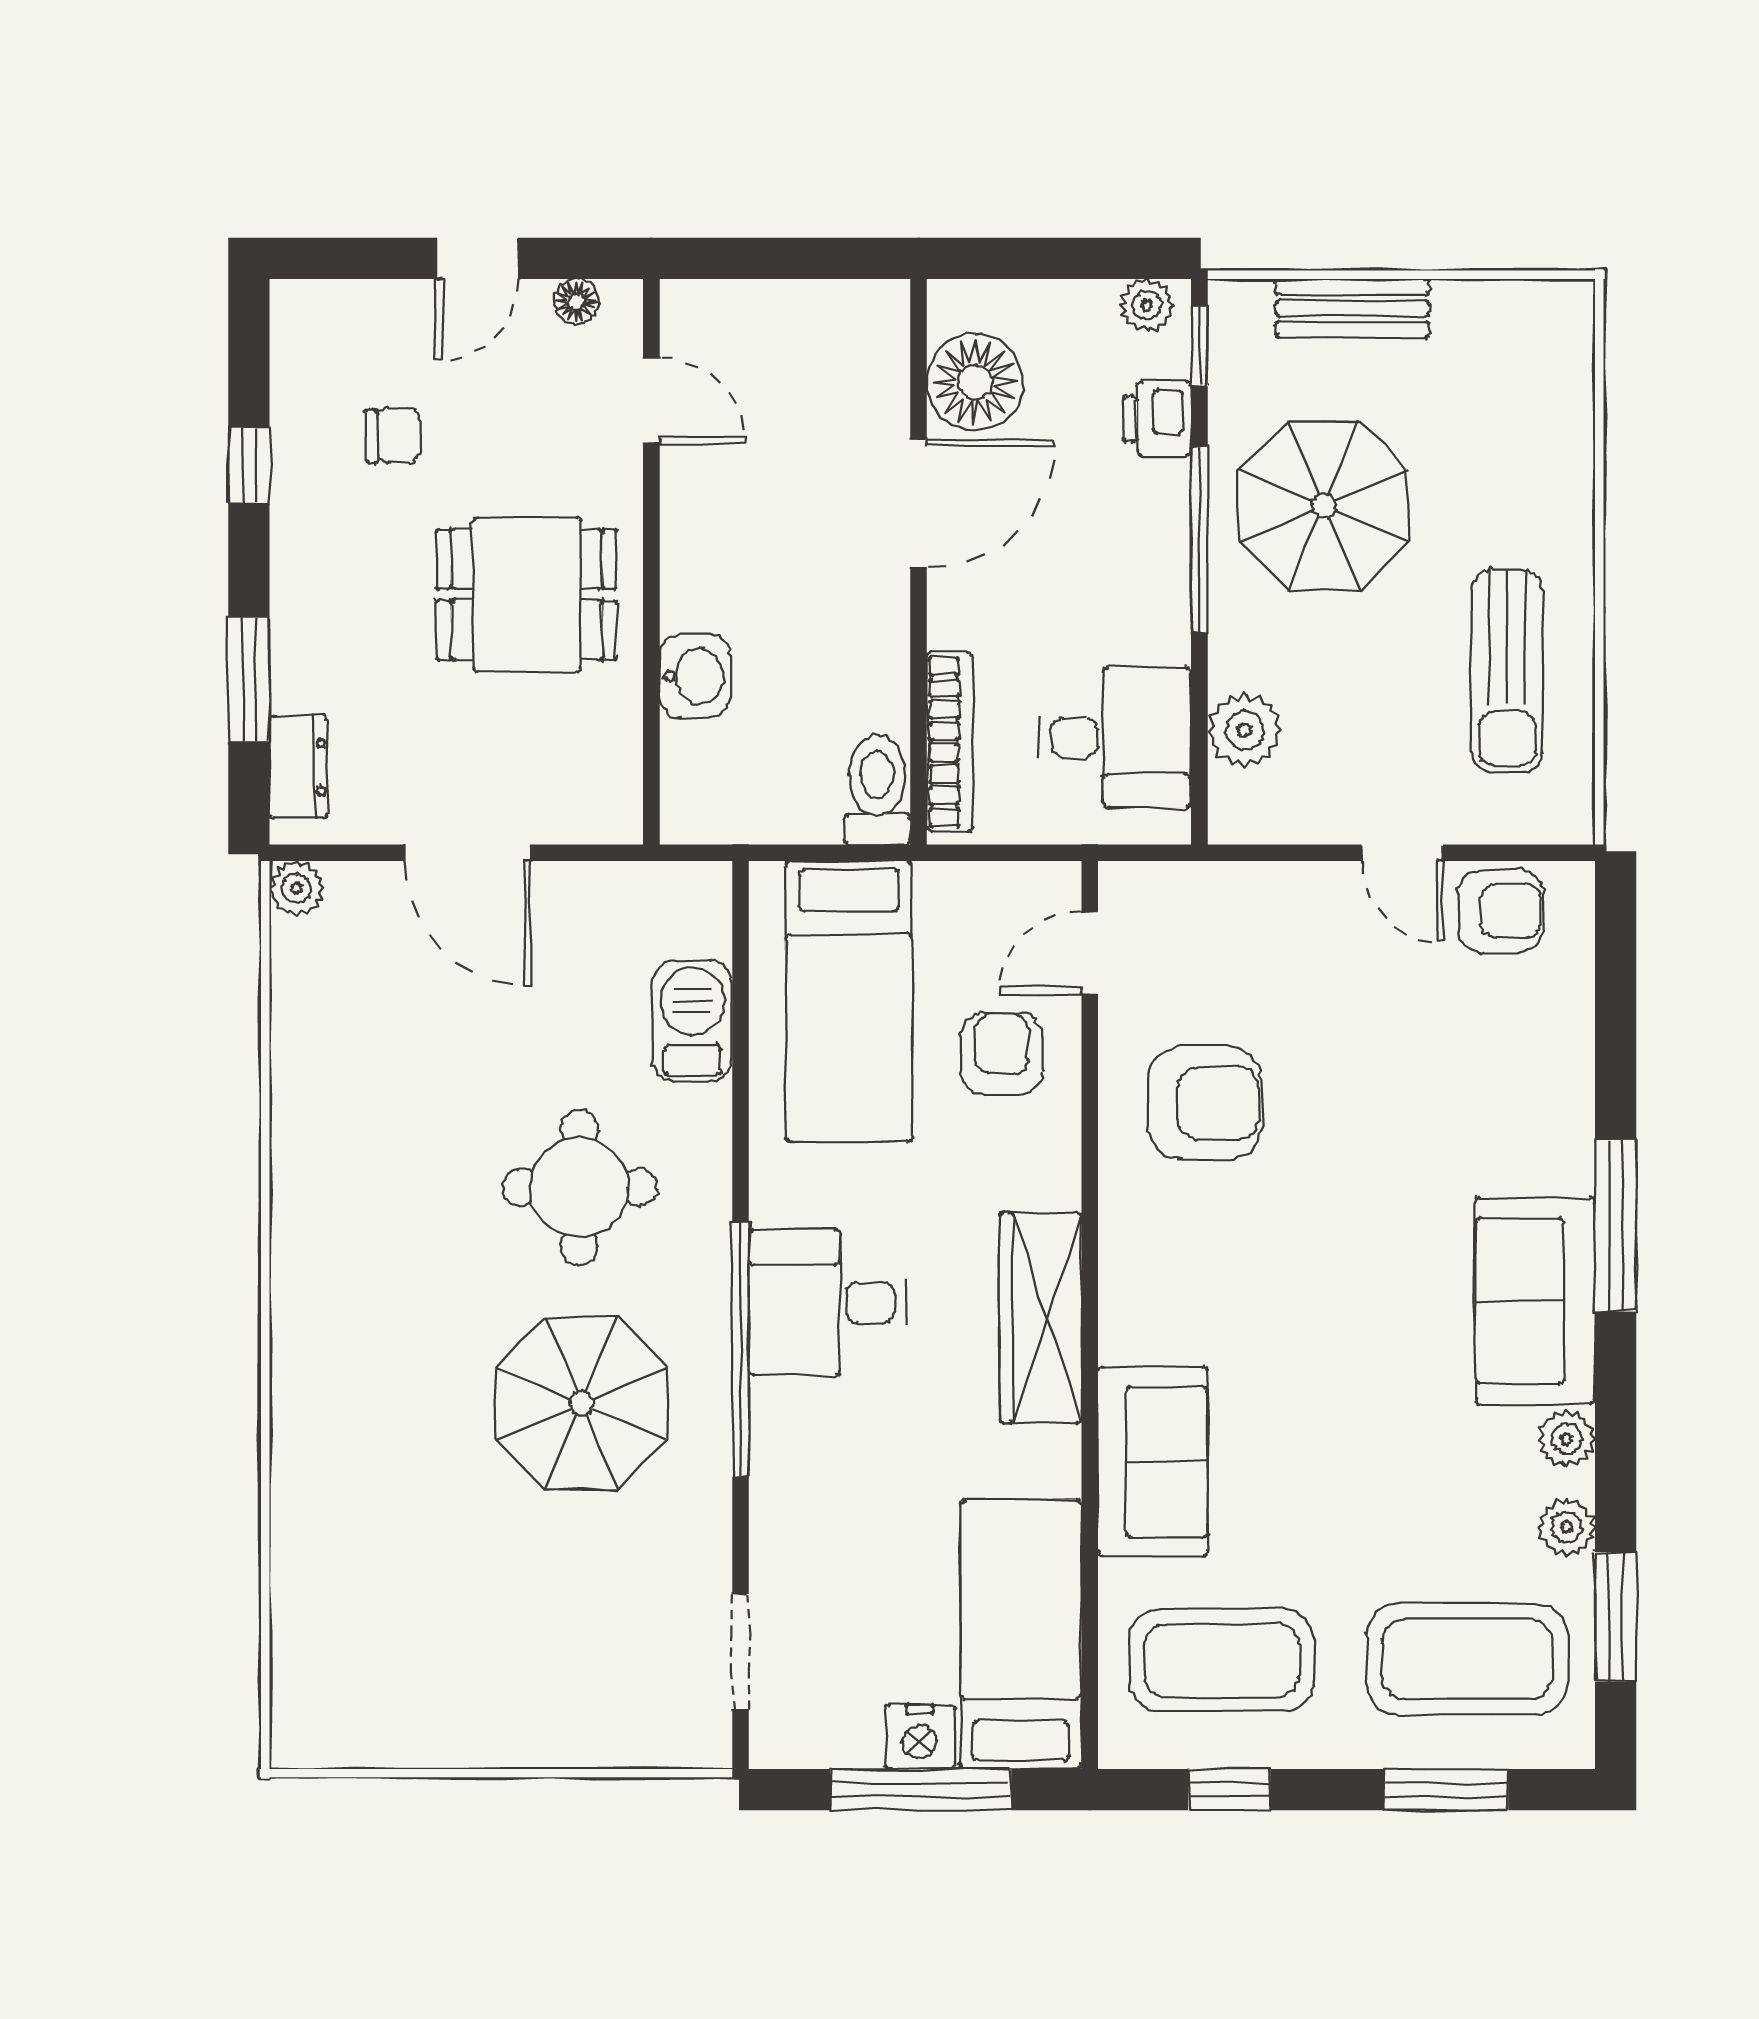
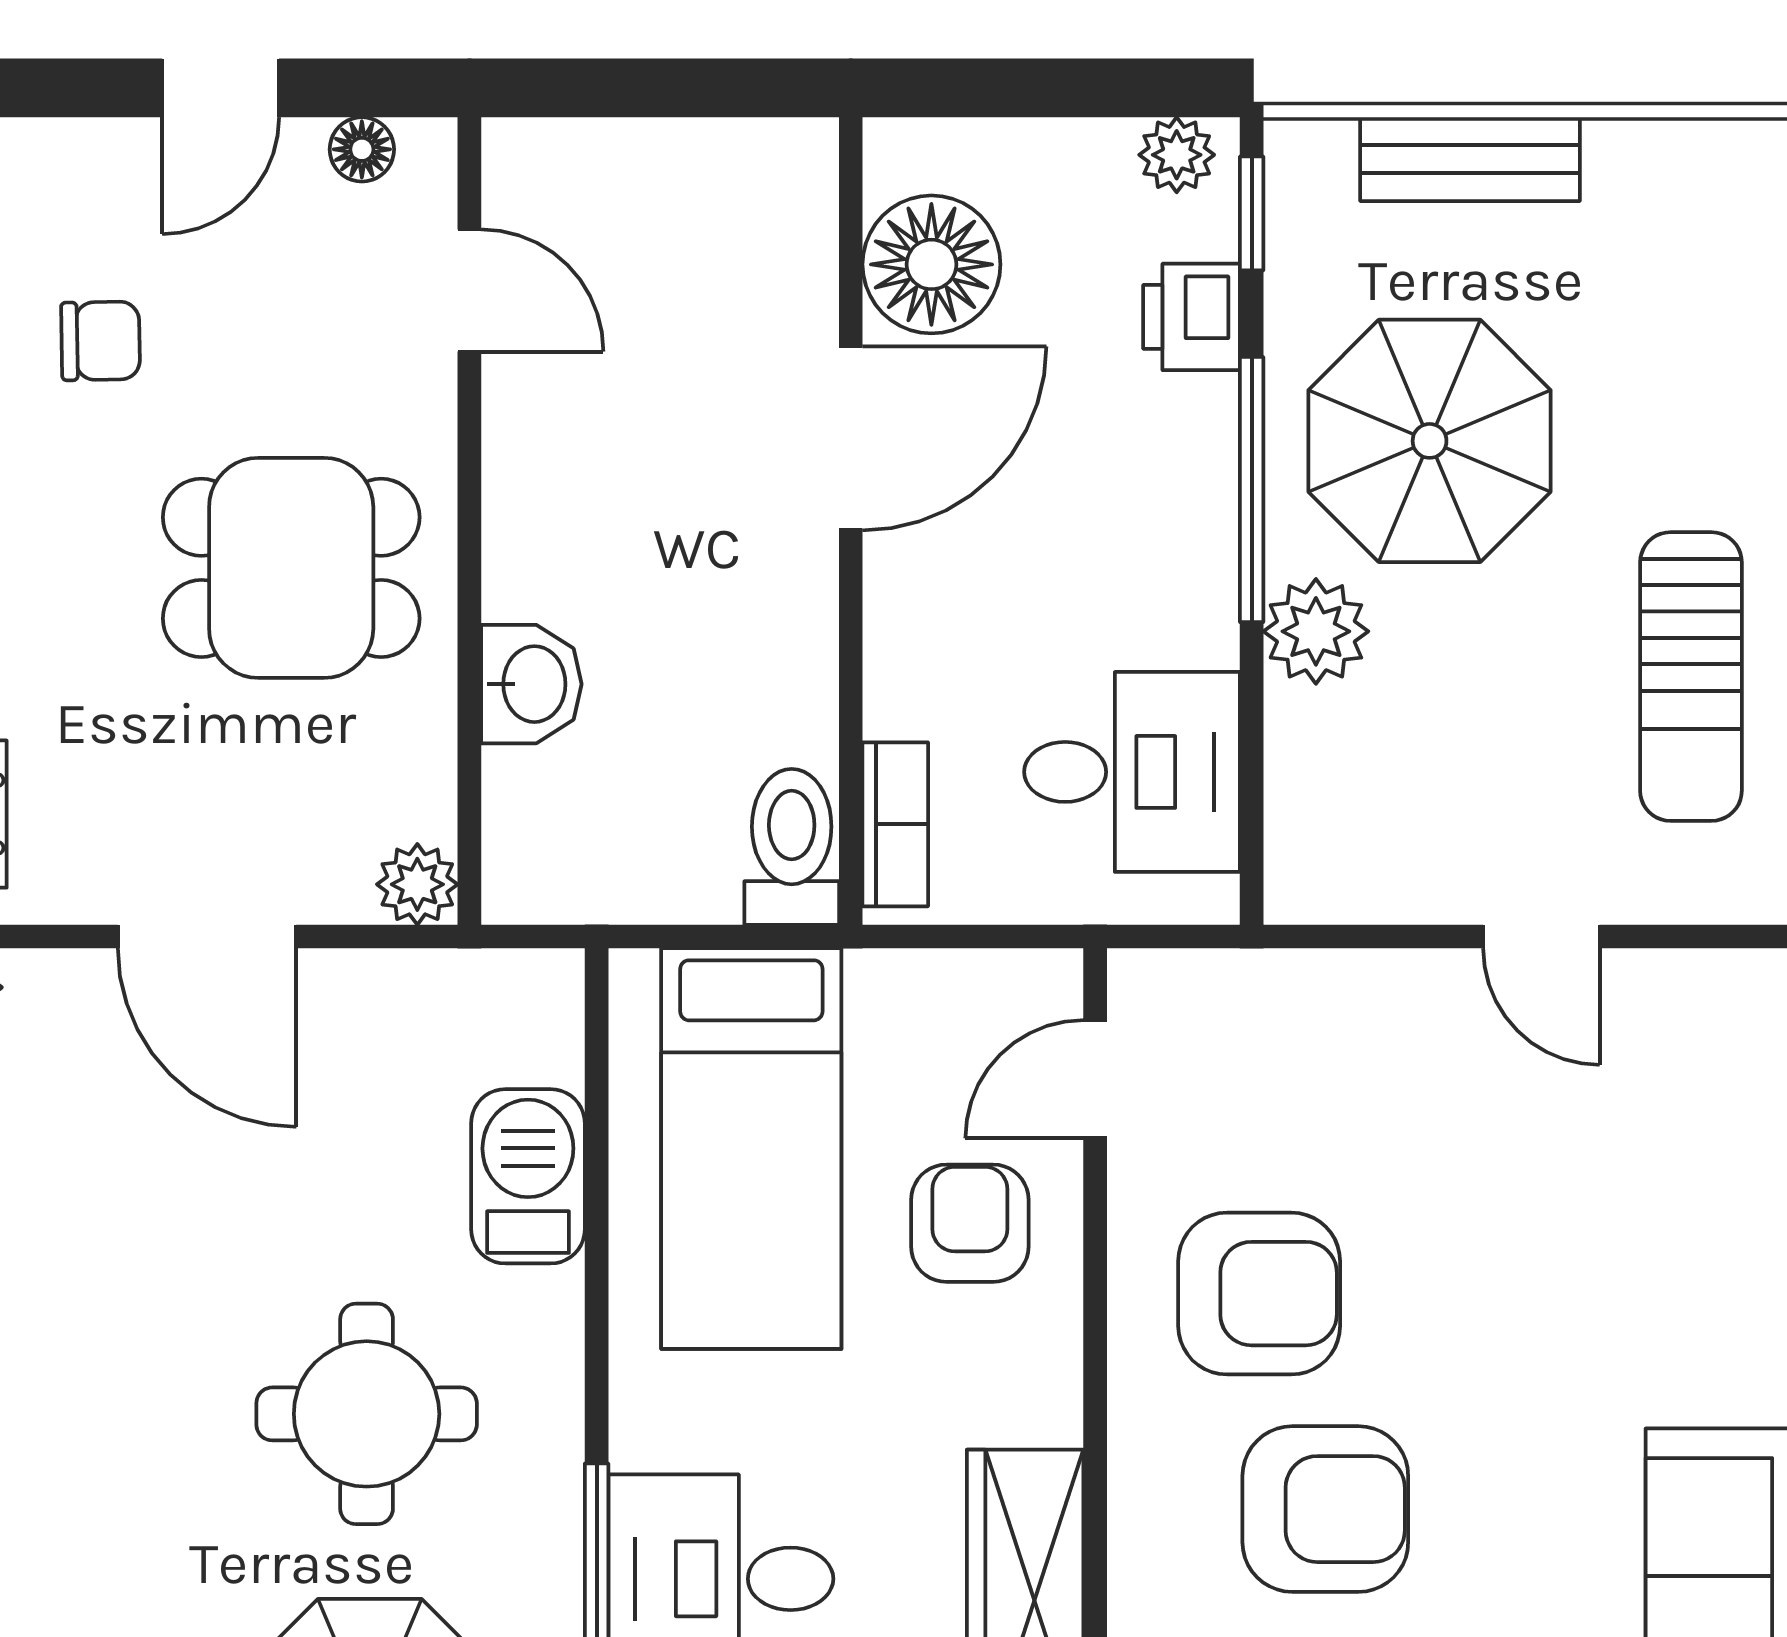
plant: (1244, 730) -> (1316, 631), moved
bookcase: (950, 742) -> (895, 824), width x0.64
plant: (615, 816) -> (417, 884), added
armchair: (1500, 911) -> (1325, 1509), moved, width x1.38, depth x1.38

